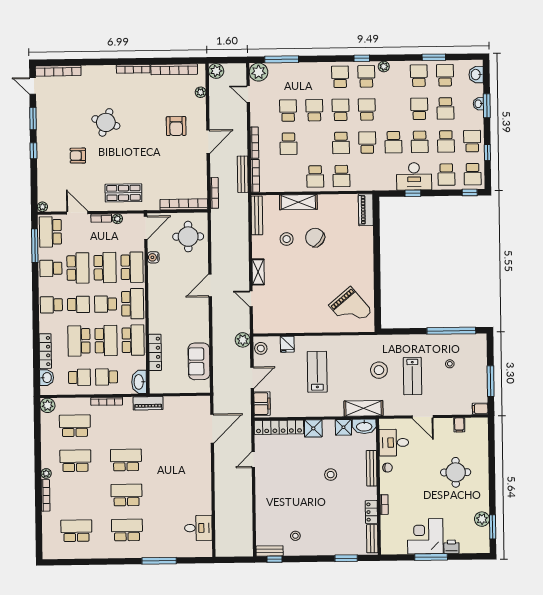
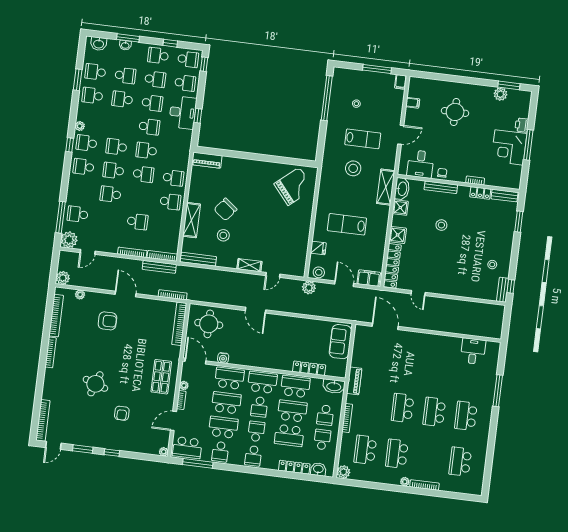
school desk: (288, 111) -> (78, 214), moved
sofa: (199, 361) -> (340, 342), moved, turned 90

